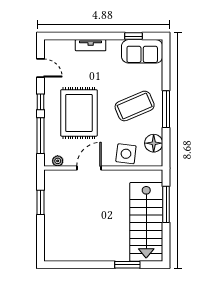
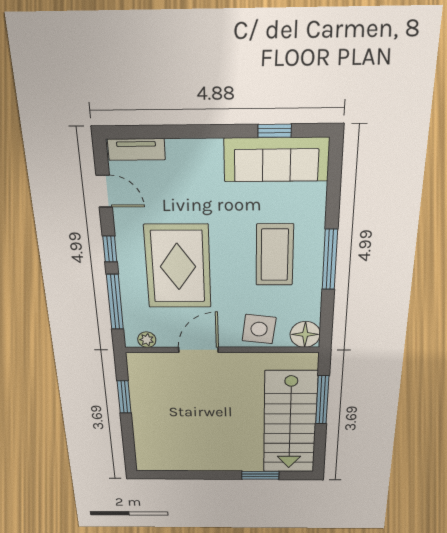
tv unit: (91, 45) -> (136, 149), moved
sofa: (142, 51) -> (276, 160), width x1.36
coffee table: (135, 106) -> (275, 255), turned -67
floor lamp: (154, 143) -> (305, 334), moved

